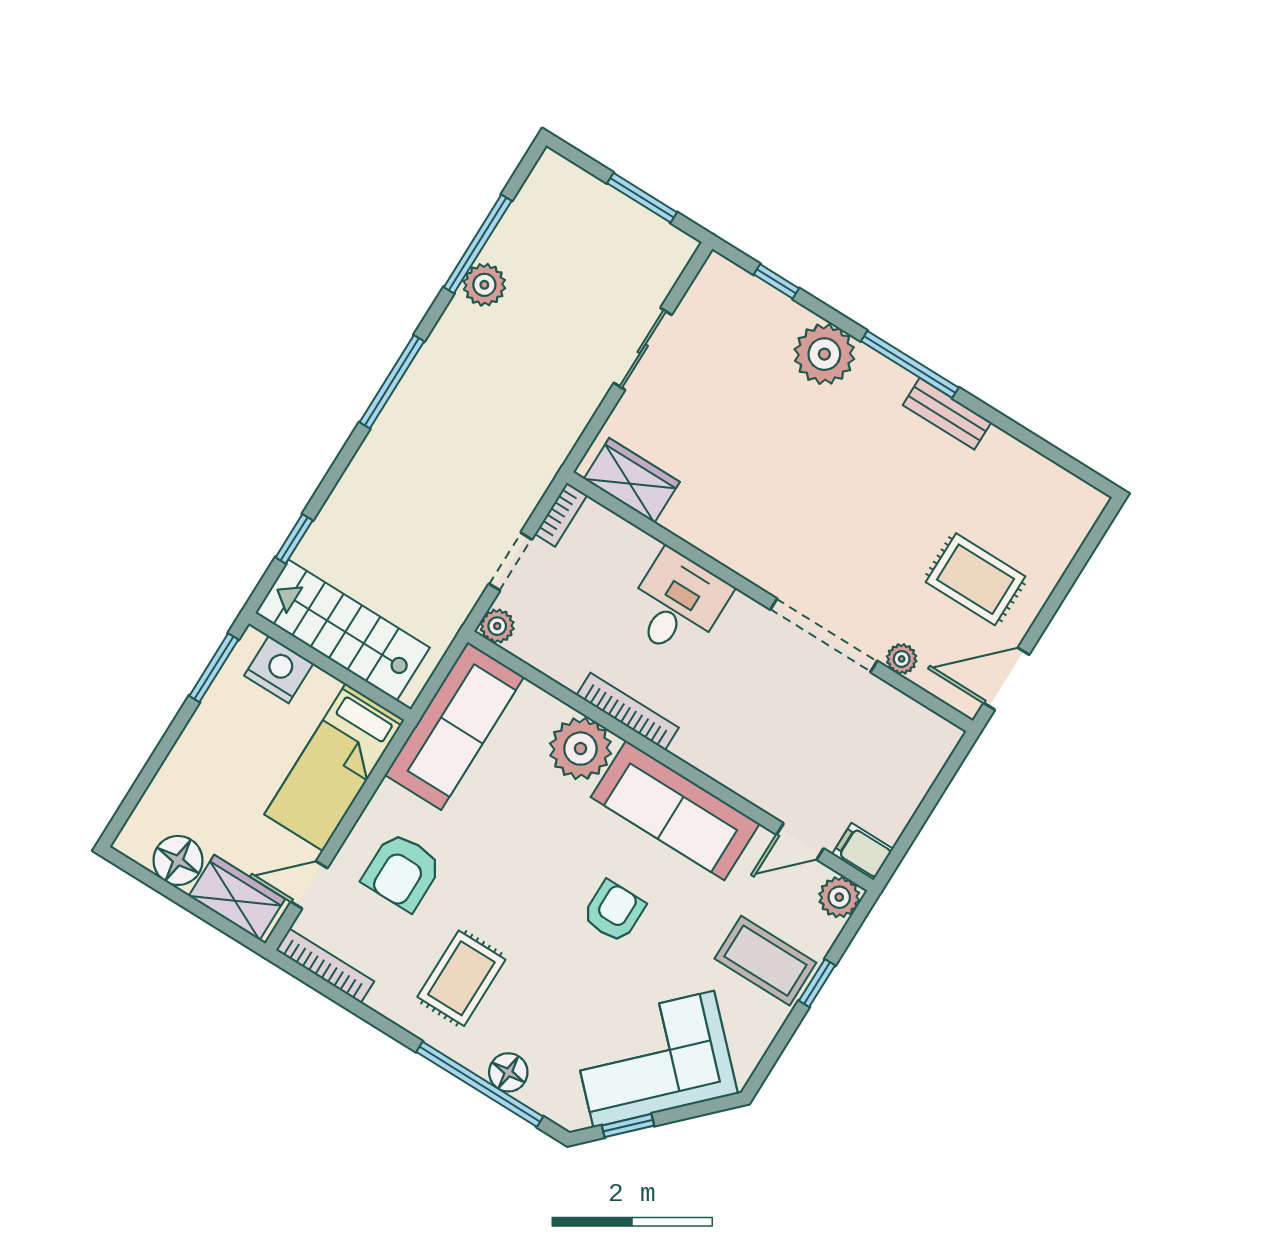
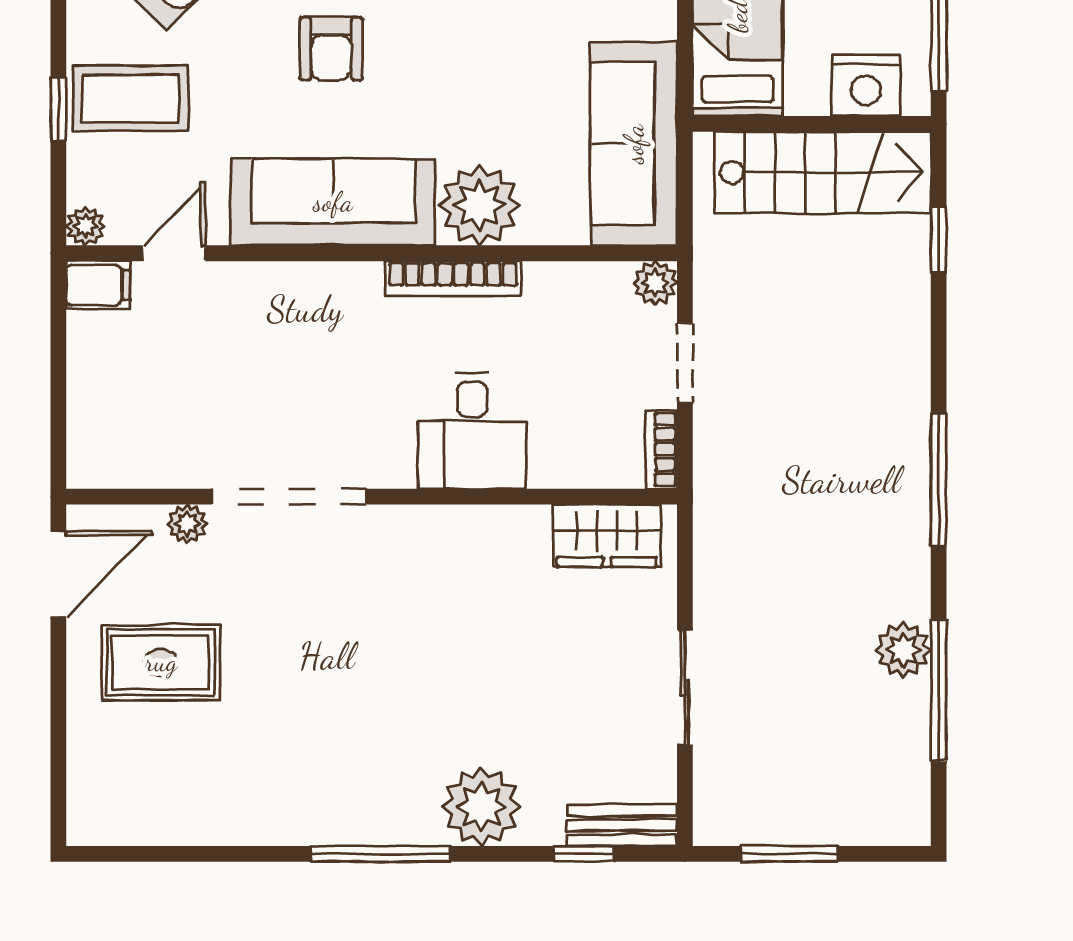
bench: (947, 414) -> (622, 825), moved
plant: (839, 897) -> (85, 226), width x0.73, depth x0.73

